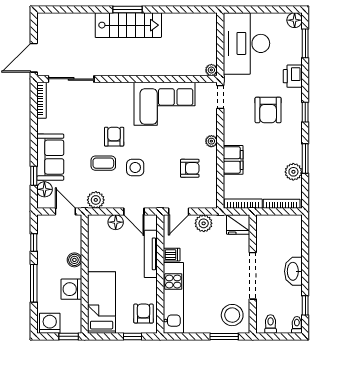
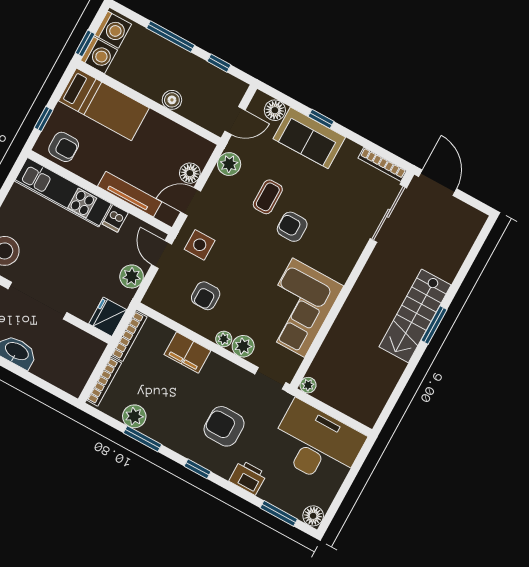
plant: (209, 126) -> (243, 346), added
armchair: (114, 137) -> (292, 227), turned 180
side table: (135, 167) -> (200, 245), moved
window: (34, 176) -> (321, 119), moved
washing machine: (71, 289) -> (99, 55), moved, turned 90

